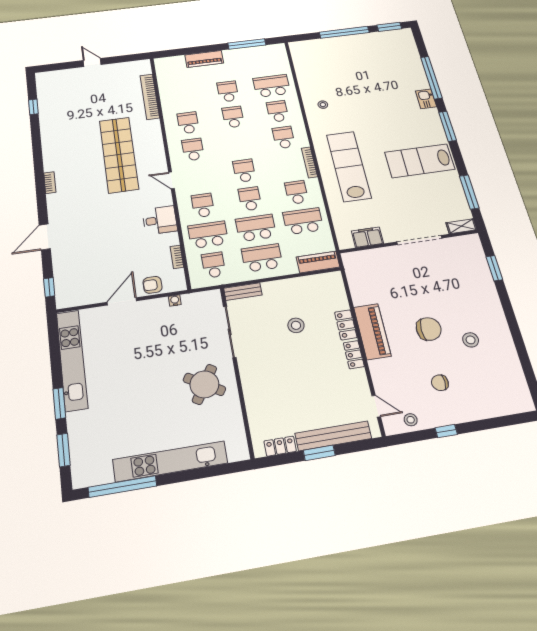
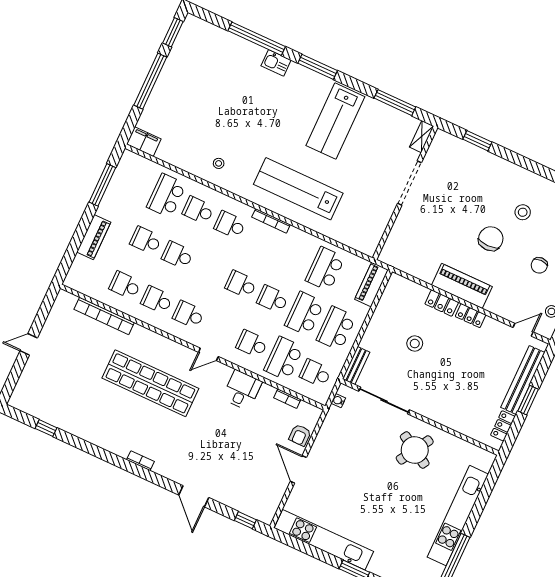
school desk: (296, 192) -> (125, 285), moved
filing cabinet: (367, 237) -> (144, 142), moved, turned 90
water cooler: (175, 300) -> (338, 401), moved

